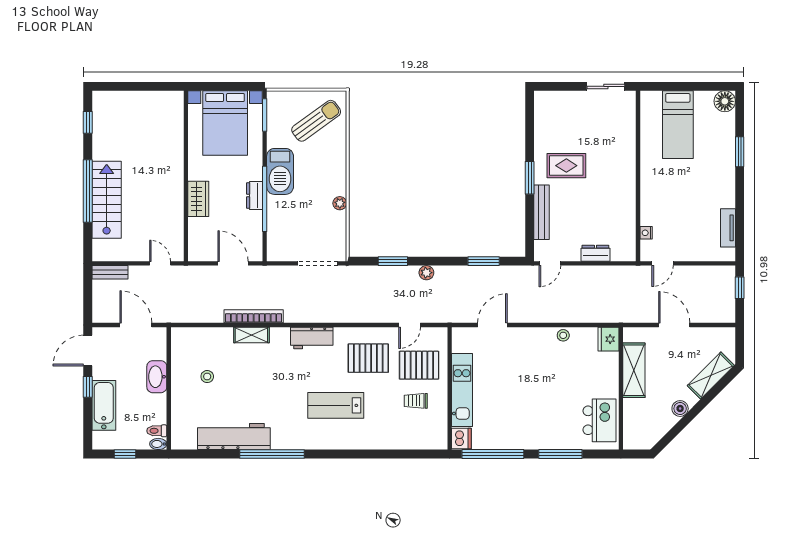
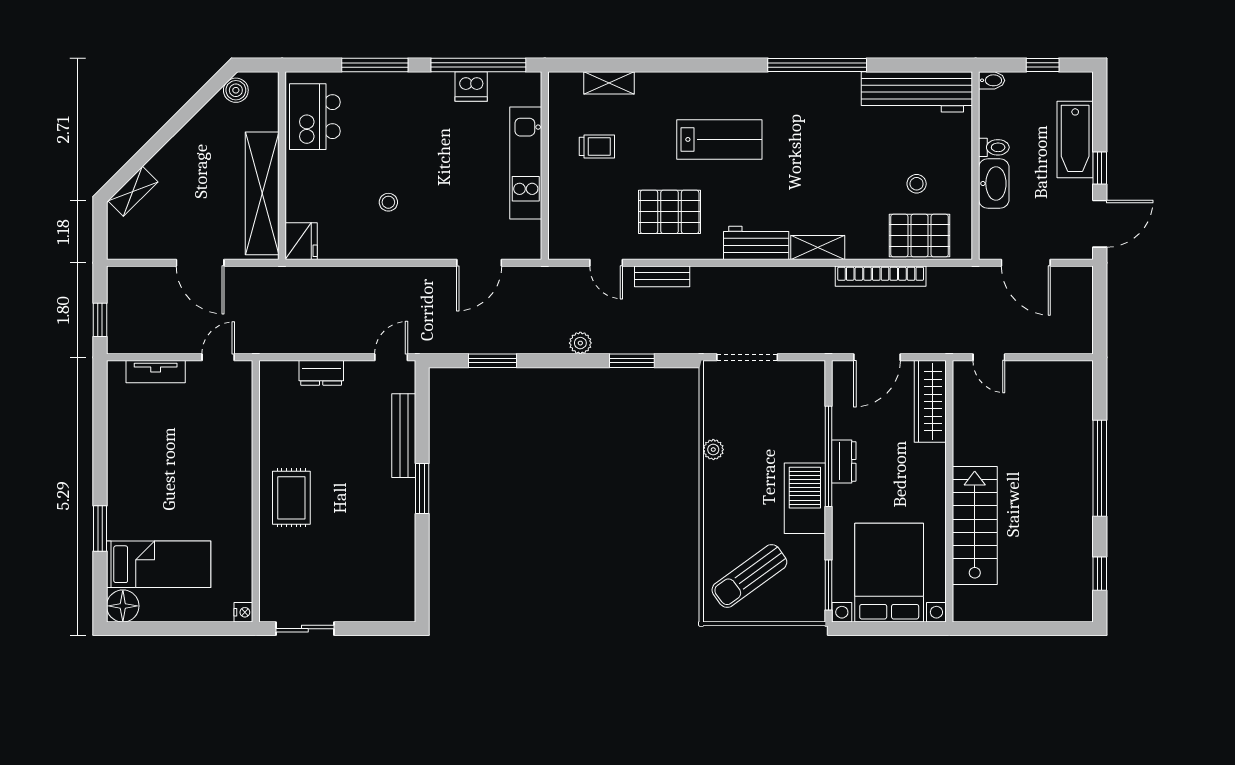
bed: (678, 125) -> (159, 564), moved, turned 90
rug: (566, 166) -> (291, 498), moved, turned 90
wardrobe: (198, 199) -> (930, 401), moved, width x1.50
stairs: (107, 200) -> (975, 525), moved, turned 180
tv unit: (728, 228) -> (156, 372), moved, turned 90
nightstand: (646, 233) -> (243, 612), moved
door: (233, 263) -> (877, 357), hinge flipped
bench: (110, 272) -> (662, 276), moved
bookcase: (254, 316) -> (881, 276), moved
door: (410, 325) -> (606, 263), swing flipped
shelving: (251, 335) -> (818, 247), moved
stool: (563, 335) -> (388, 202), moved
pallet: (419, 365) -> (920, 236), moved
shelving: (634, 370) -> (262, 193), width x1.47
shelving: (711, 376) -> (133, 191), width x0.67, depth x0.75
boiler: (680, 409) -> (236, 90), moved
toilet: (157, 431) -> (994, 147), moved
workbench: (234, 436) -> (917, 92), moved
dishwasher: (461, 438) -> (471, 87), moved, turned -90
shelving: (408, 442) -> (609, 83), added

